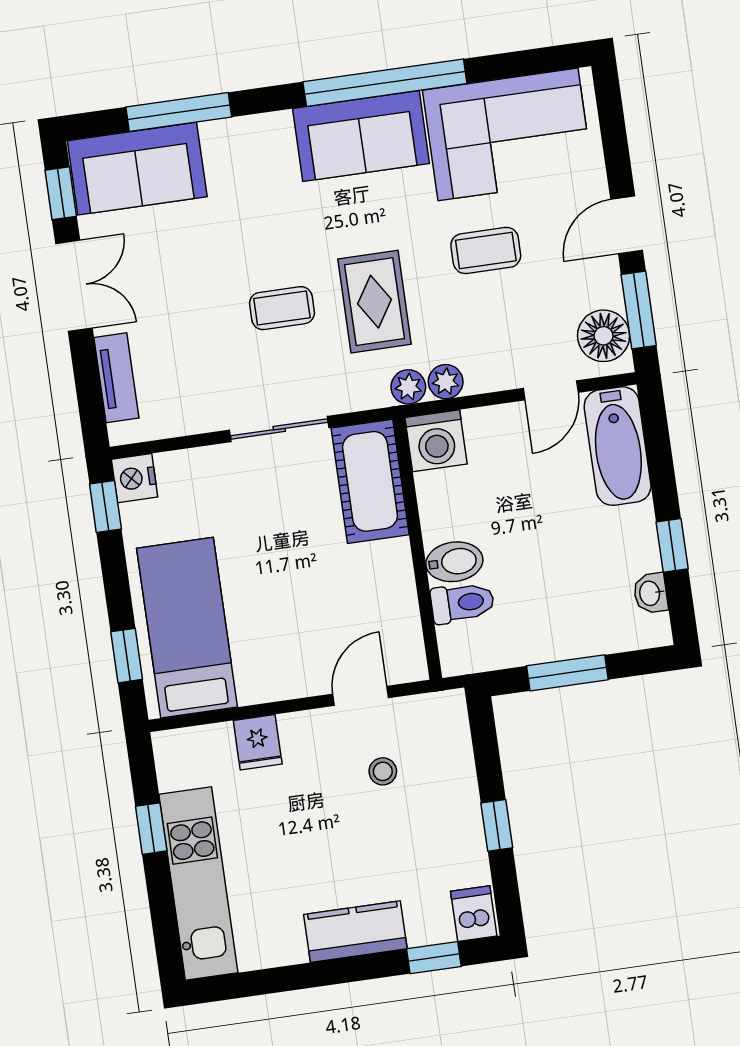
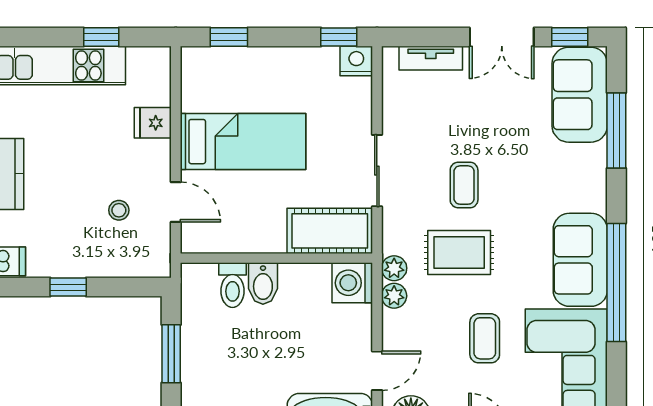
door: (551, 390) -> (377, 371), swing flipped
bed: (187, 628) -> (243, 142), moved

